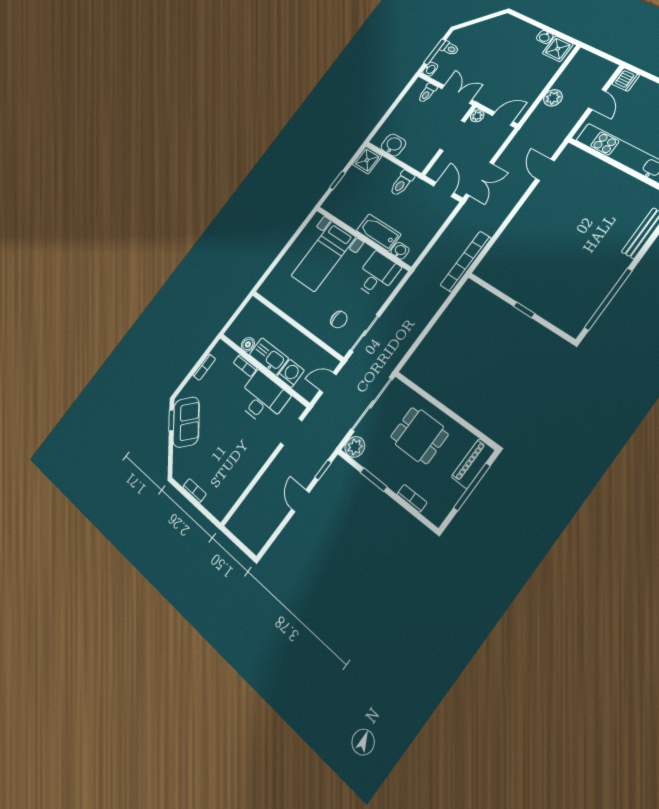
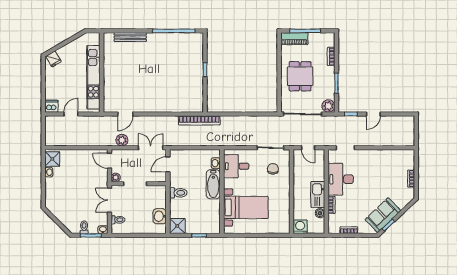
plant: (553, 98) -> (122, 140), moved
washing machine: (291, 373) -> (300, 227), moved, turned 90

